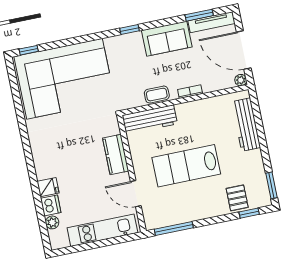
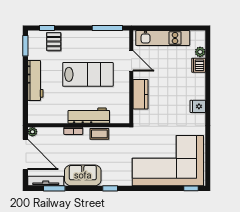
workbench: (150, 120) -> (89, 116), moved
workbench: (246, 125) -> (35, 80), moved
fridge: (48, 187) -> (198, 106), moved

